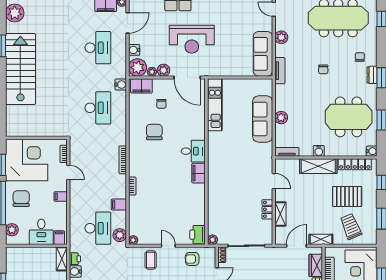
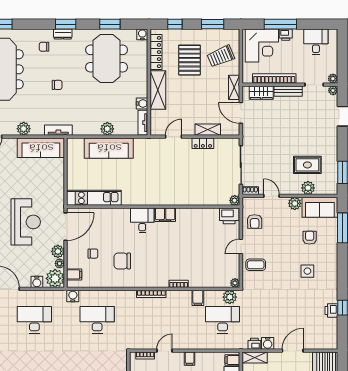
filing cabinet: (141, 86) -> (74, 274), width x0.50
water cooler: (319, 151) -> (142, 104), moved

